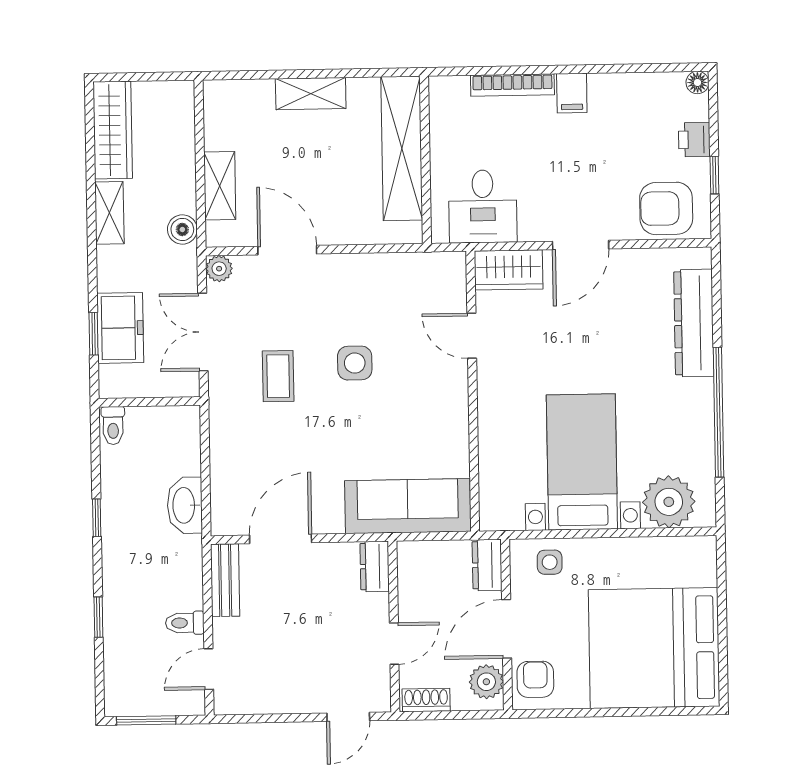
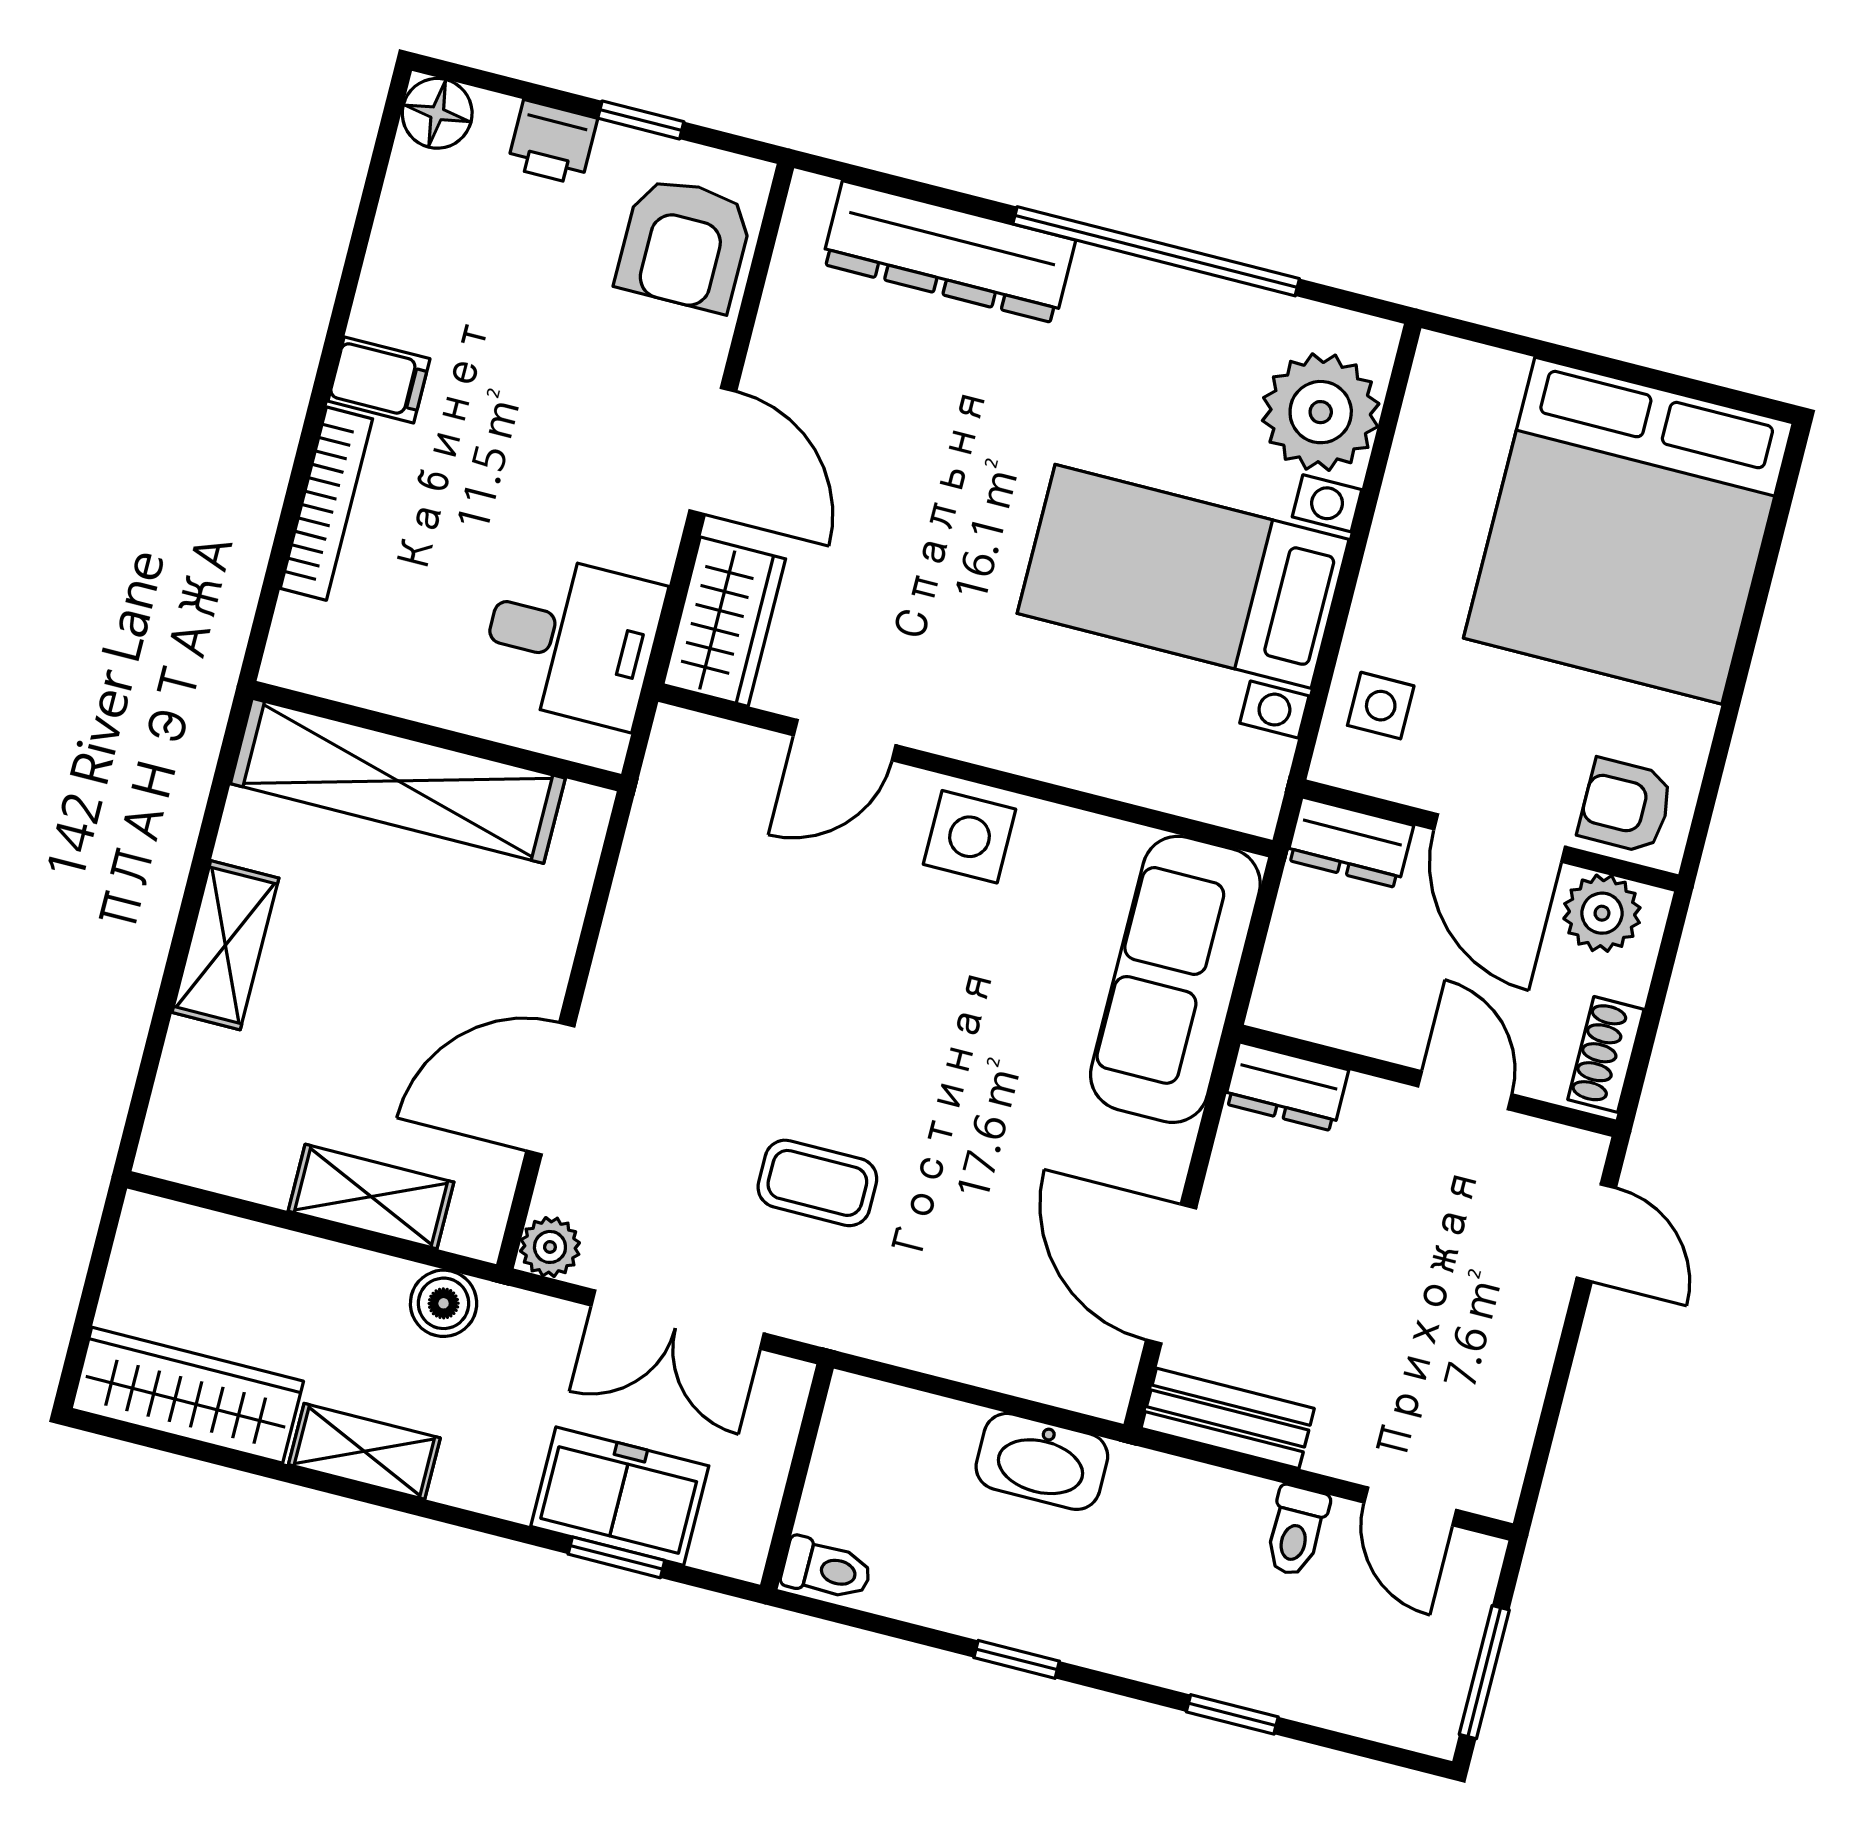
floor lamp: (697, 82) -> (437, 113), width x1.37, depth x1.37
side table: (355, 363) -> (970, 837), moved

